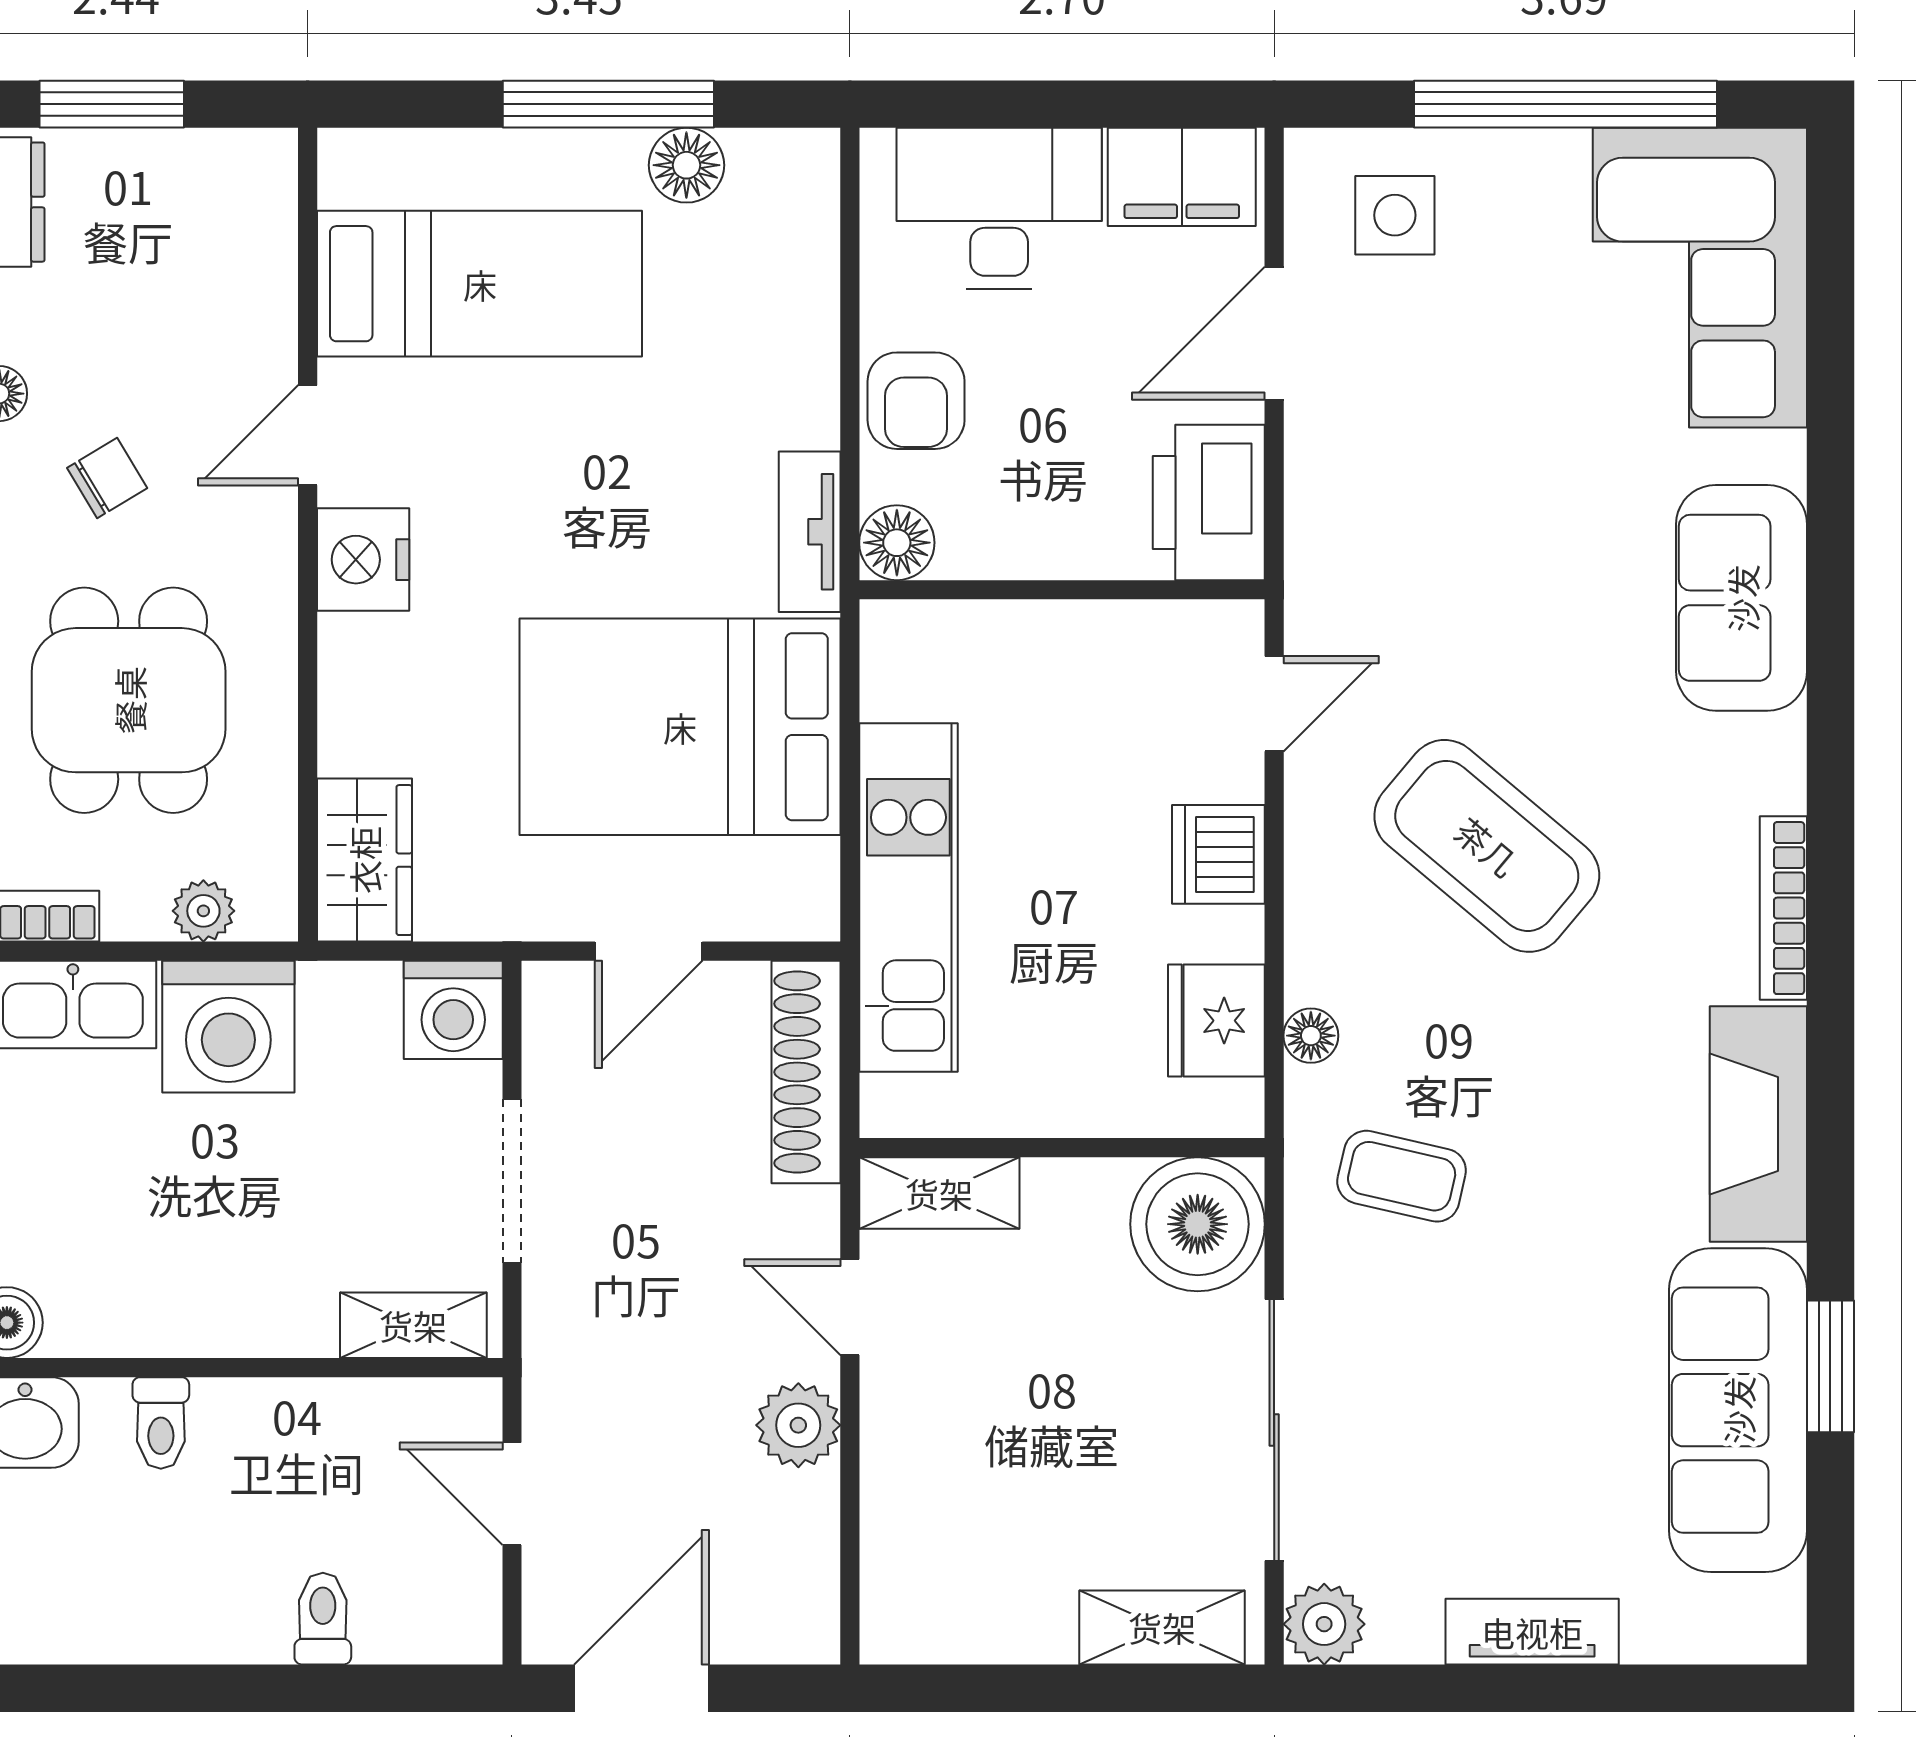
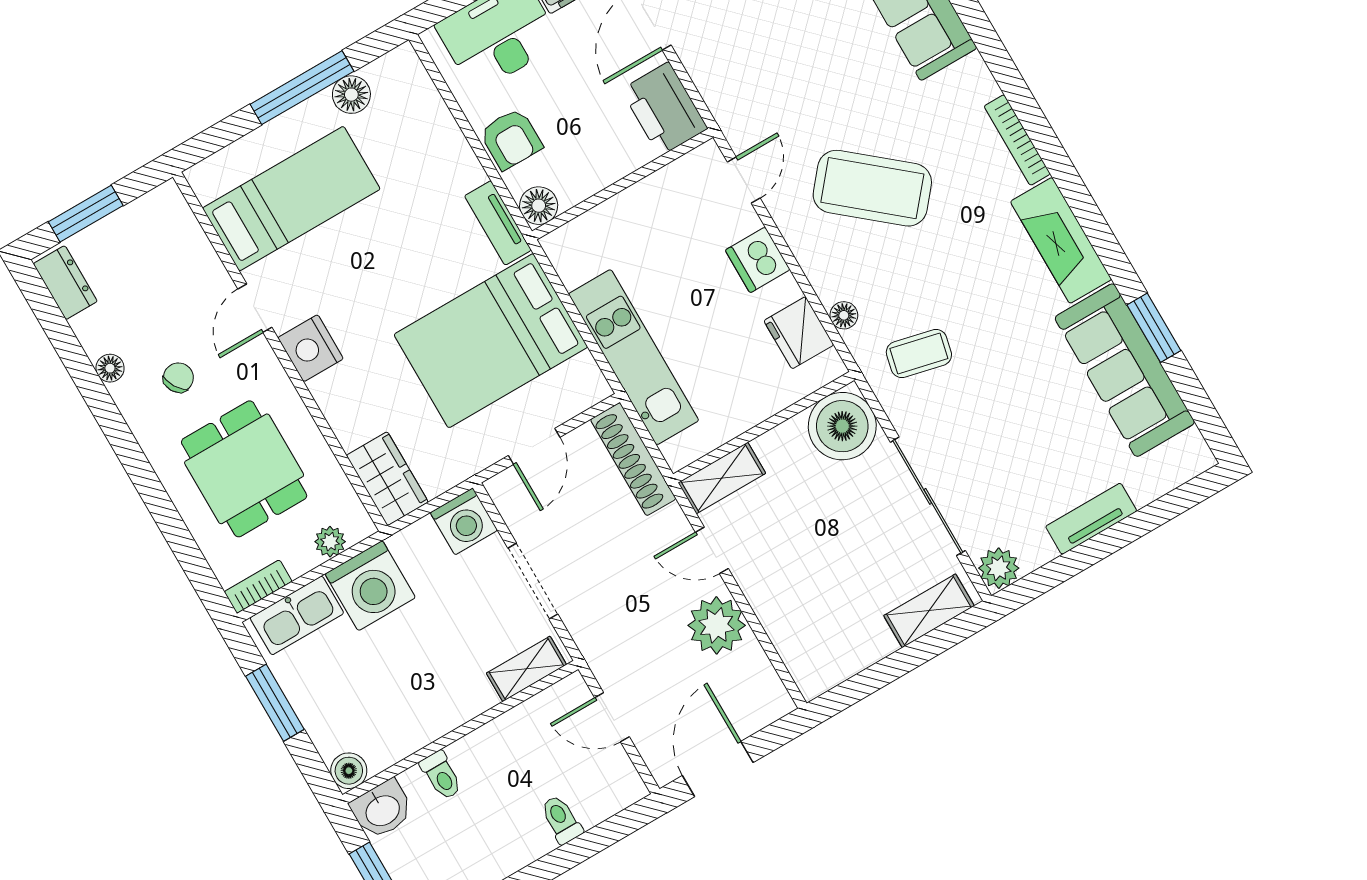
plant: (798, 1425) -> (717, 625), width x1.36, depth x1.36

